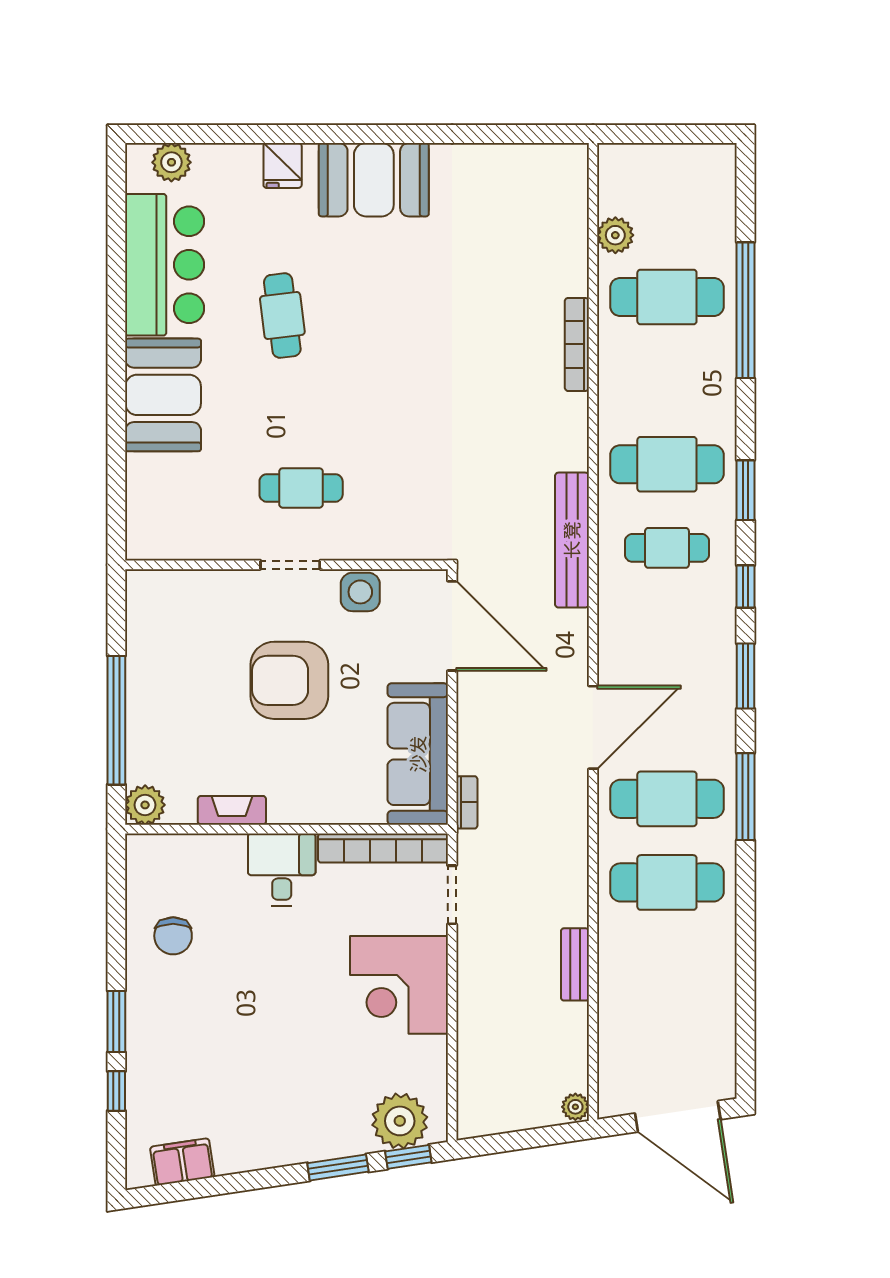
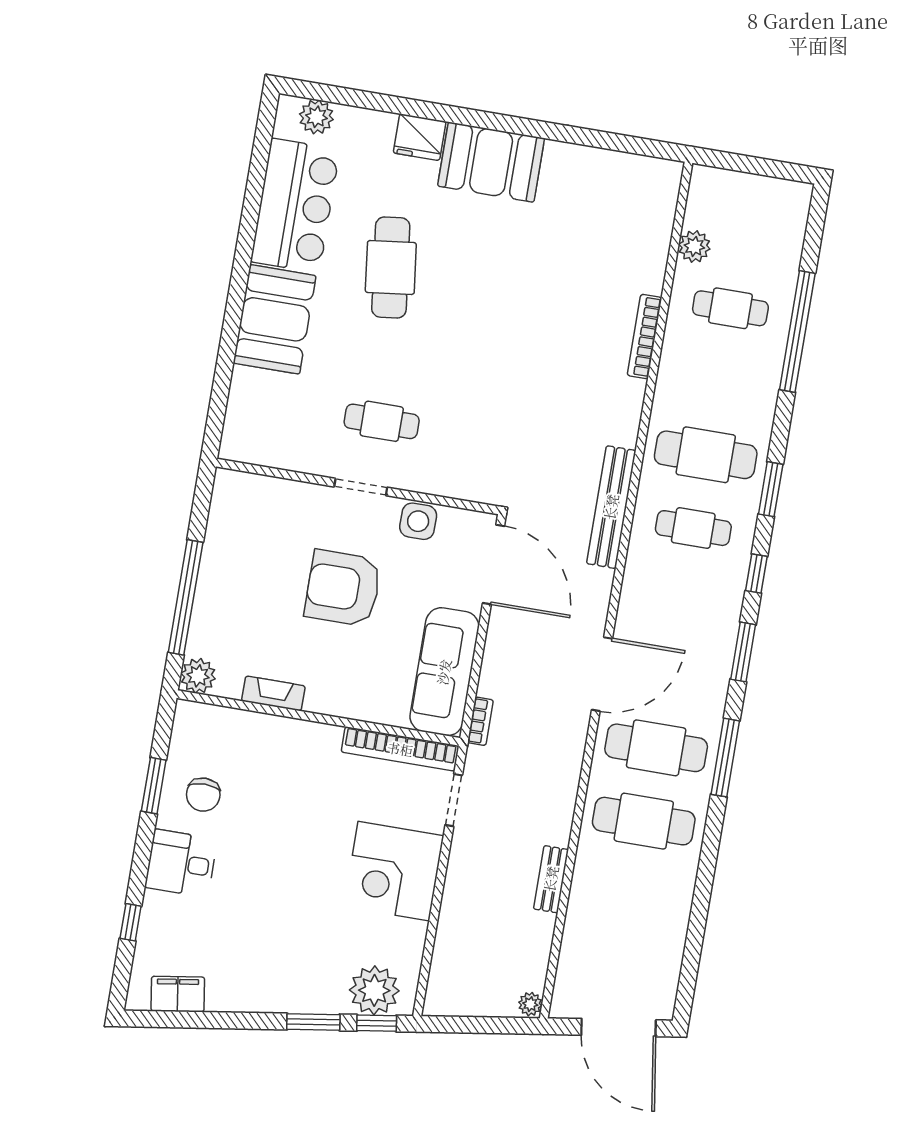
fridge: (283, 165) -> (420, 137), width x1.38
cafe table: (667, 297) -> (730, 308), width x0.73, depth x0.74
cafe table: (282, 316) -> (391, 268), width x1.37, depth x1.35
desk: (282, 870) -> (181, 863), moved, turned -90
window: (116, 1021) -> (154, 786), moved

